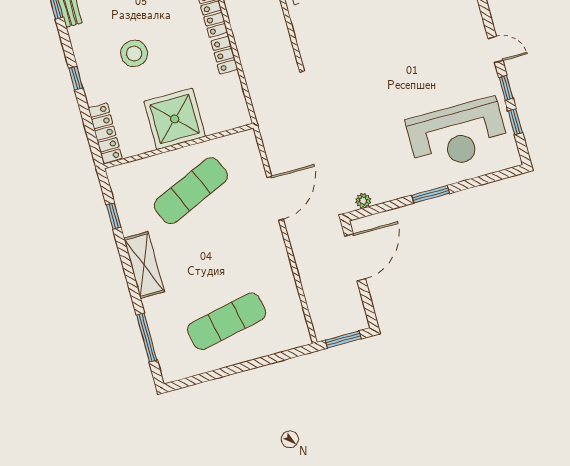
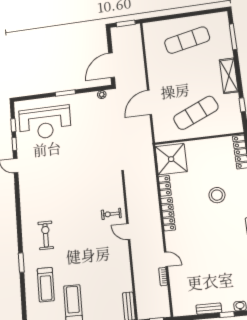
shower: (175, 119) -> (171, 159), moved
reception desk: (457, 135) -> (45, 123), turned 180

